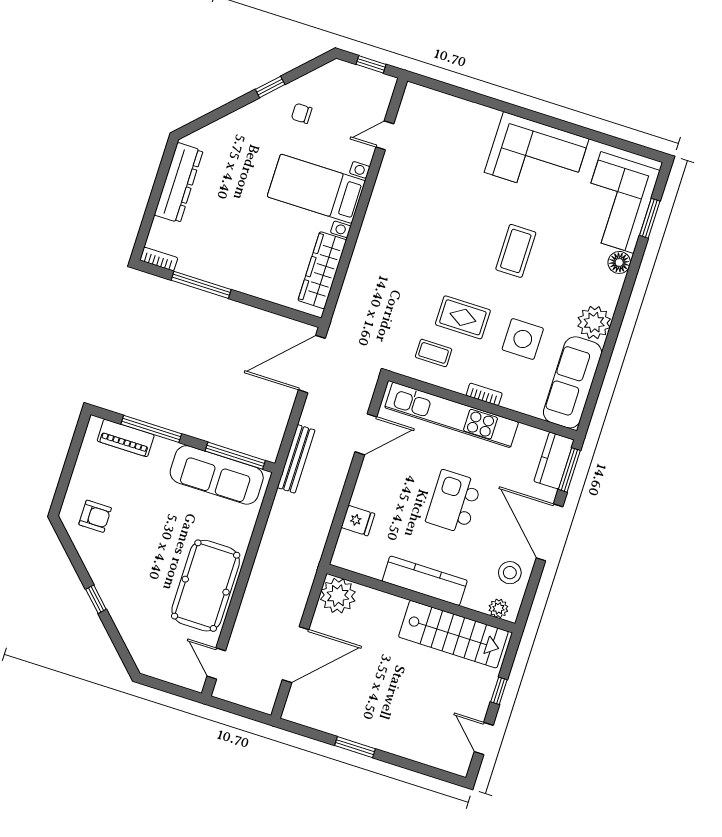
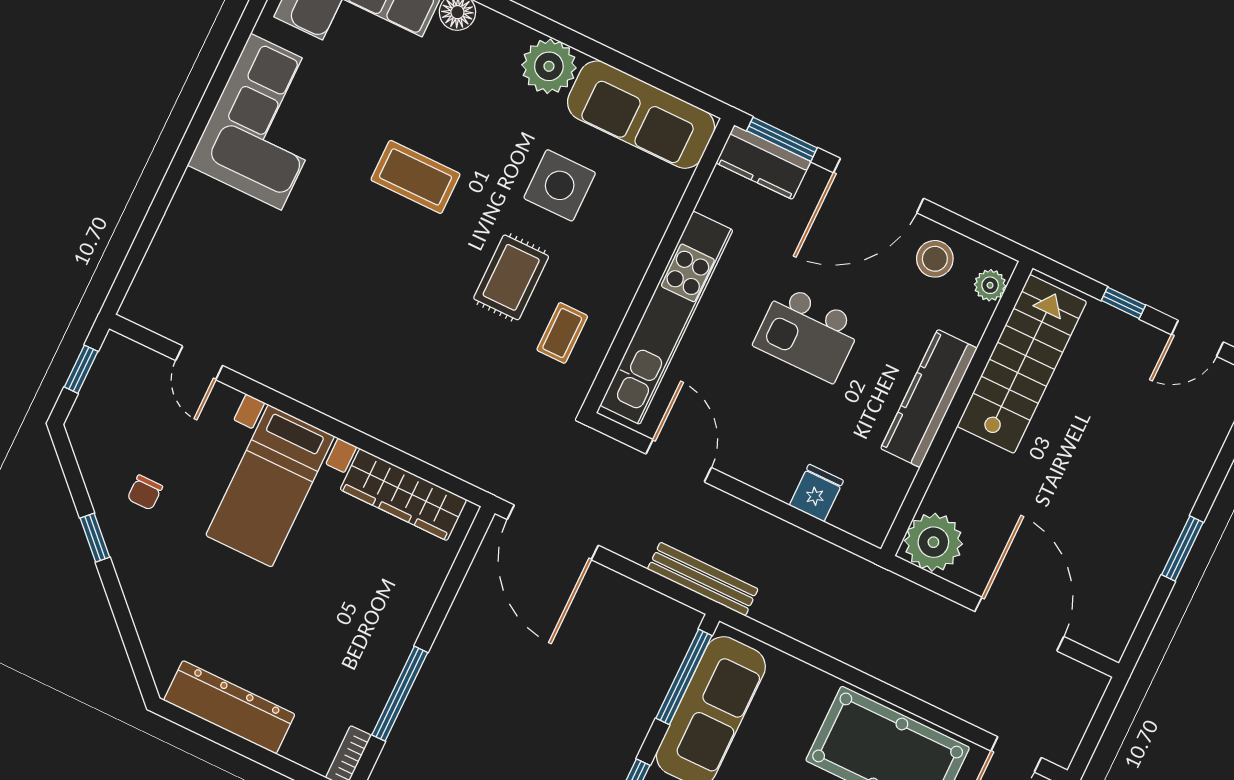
bookcase: (484, 394) -> (640, 260), removed

